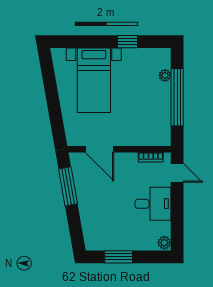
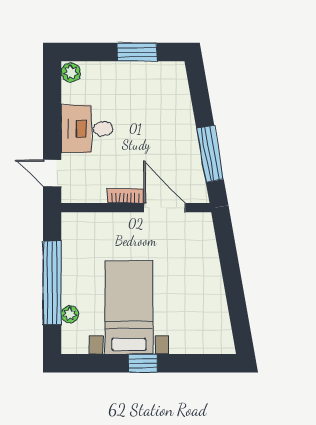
window: (128, 42) -> (143, 363), moved
bed with nightstands: (94, 80) -> (129, 307), moved
bookcase: (151, 157) -> (125, 196), moved

